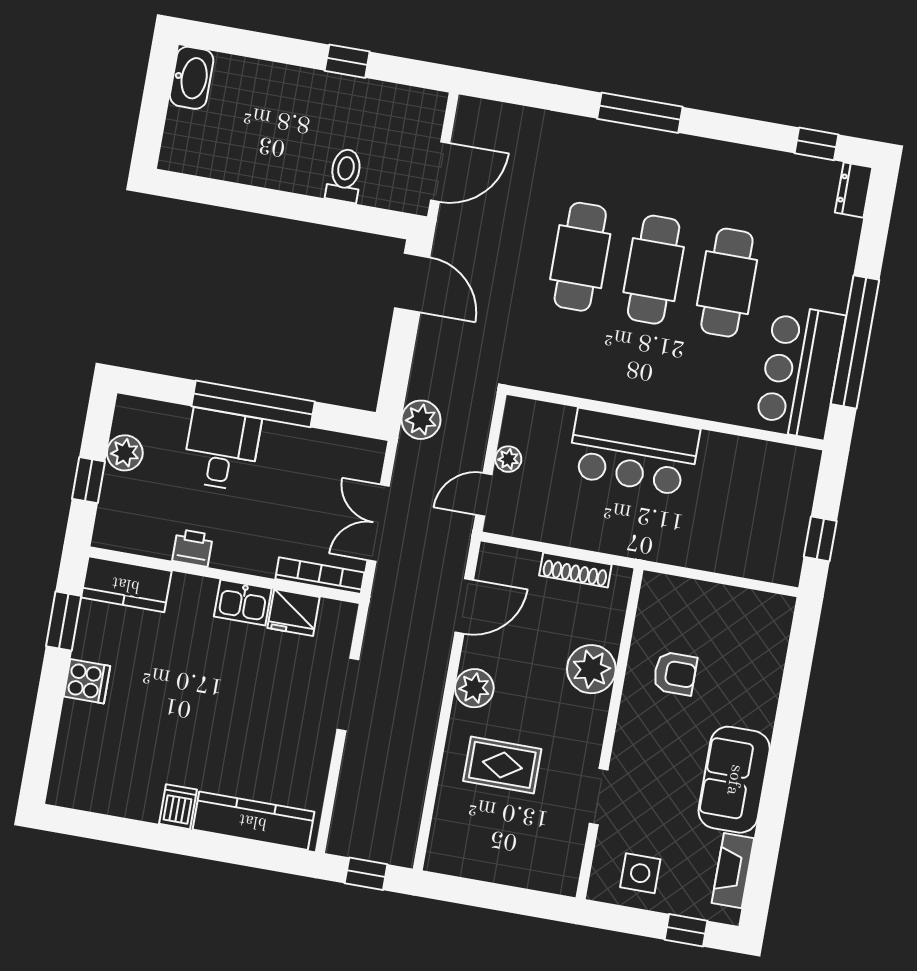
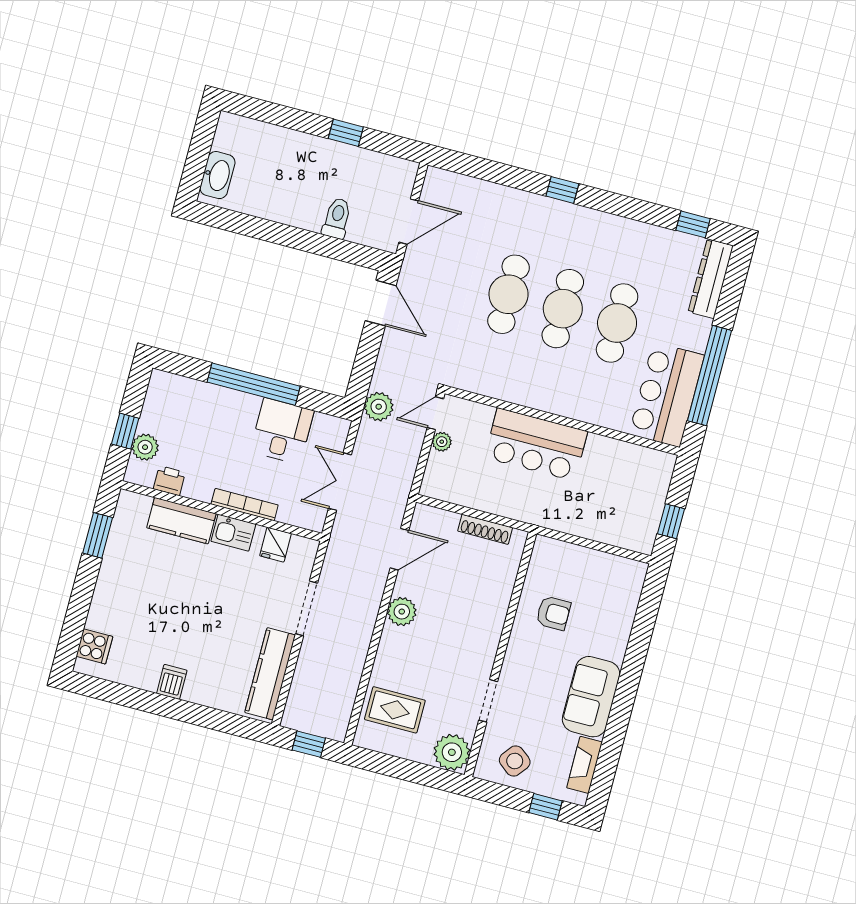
washbasin: (192, 78) -> (217, 175), moved
window: (640, 113) -> (562, 190), width x0.46
dresser: (854, 190) -> (711, 279), width x1.96, depth x1.24
desk: (222, 450) -> (282, 431), moved
plant: (125, 453) -> (145, 447), moved
door: (484, 495) -> (435, 413), moved
printer: (193, 548) -> (169, 481), moved
bookcase: (320, 576) -> (245, 505), moved
kitchen counter: (126, 584) -> (181, 521), moved
fridge: (294, 613) -> (275, 545), width x0.72
plant: (591, 669) -> (452, 752), moved
cooker: (87, 681) -> (94, 646), moved
rug: (502, 765) -> (395, 710), moved
kitchen counter: (253, 821) -> (270, 674), moved, turned -90
side table: (640, 873) -> (515, 761), turned 38

